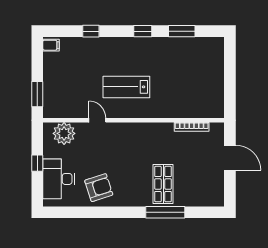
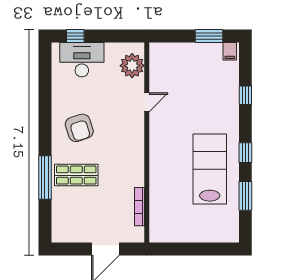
lab bench: (126, 87) -> (210, 169), moved, width x1.36, depth x1.39
window: (37, 94) -> (209, 36), moved
window: (37, 163) -> (75, 36), moved
armchair: (99, 188) -> (79, 128), moved

